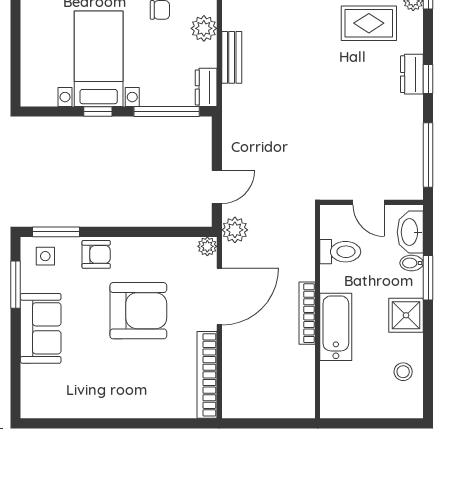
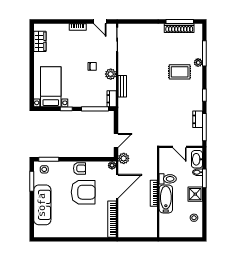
bed with nightstands: (99, 59) -> (51, 87), moved
dresser: (412, 74) -> (198, 119), moved
toilet: (340, 252) -> (168, 179), moved
armchair: (96, 254) -> (80, 168), moved
sofa: (41, 328) -> (42, 205), width x1.36

